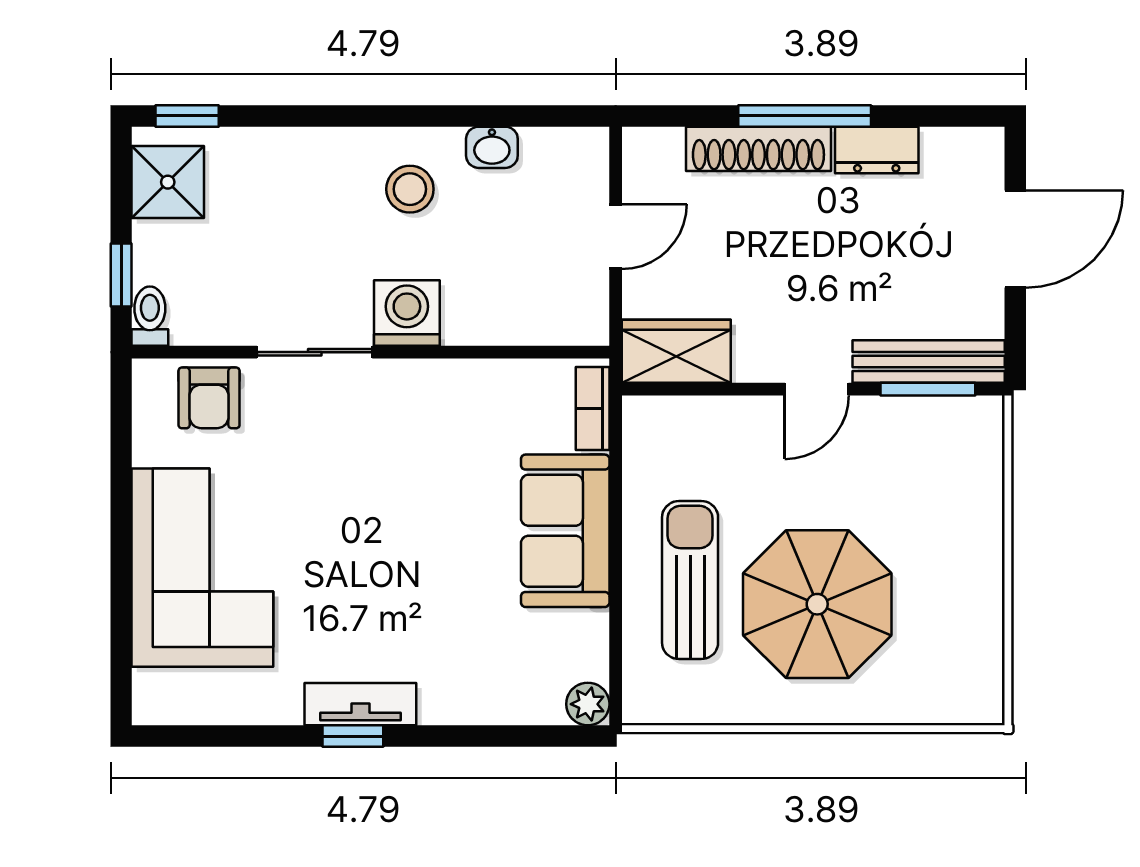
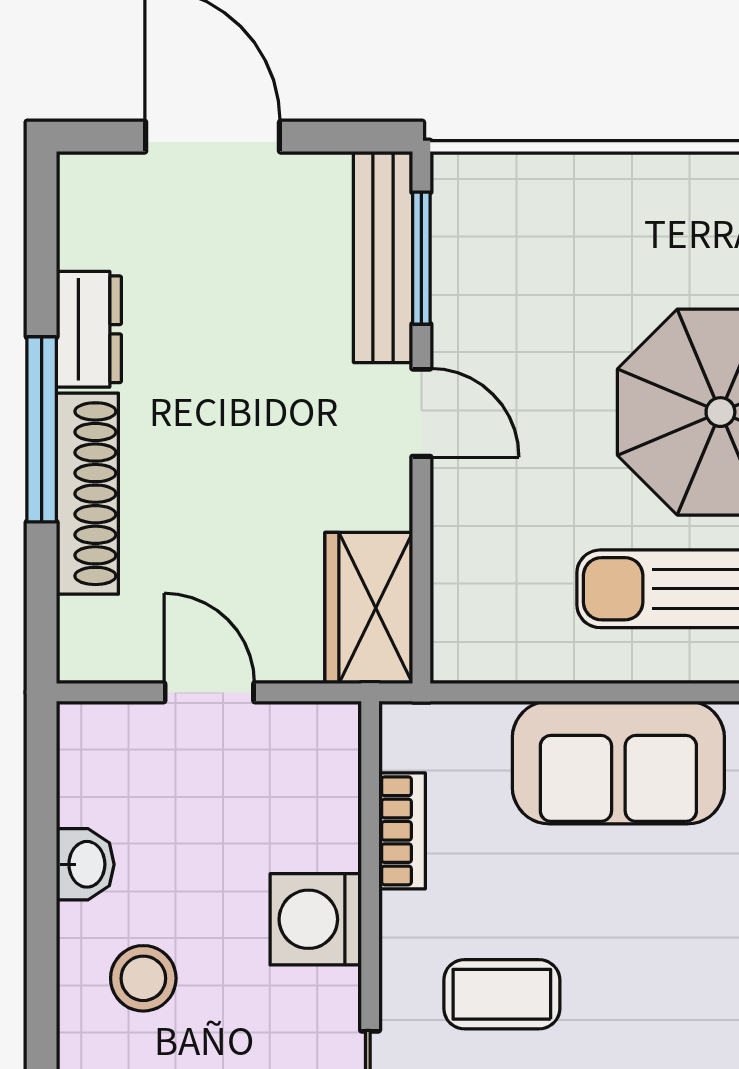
washing machine: (407, 313) -> (316, 919), moved
bookcase: (593, 408) -> (402, 831), moved, turned -90
coffee table: (398, 447) -> (502, 994), added

